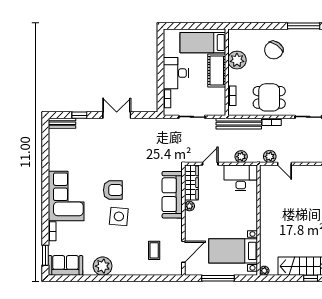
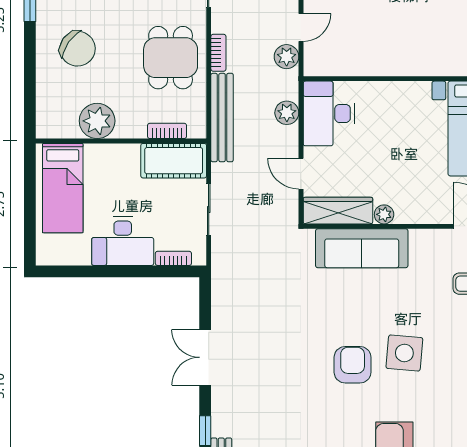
cot: (217, 70) -> (174, 161), moved

